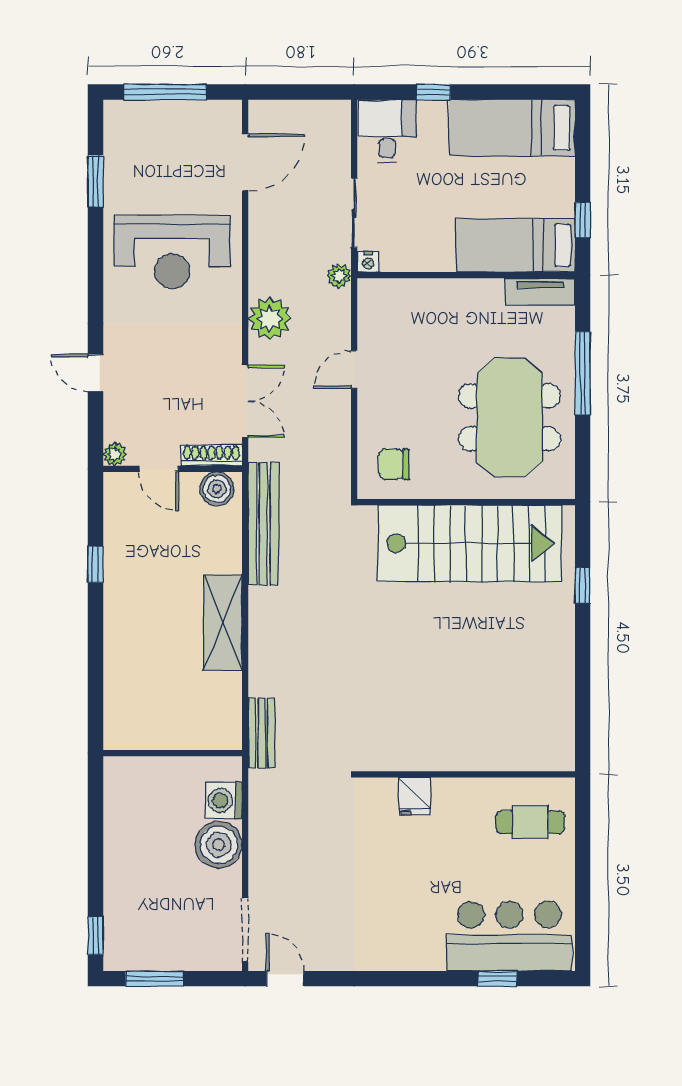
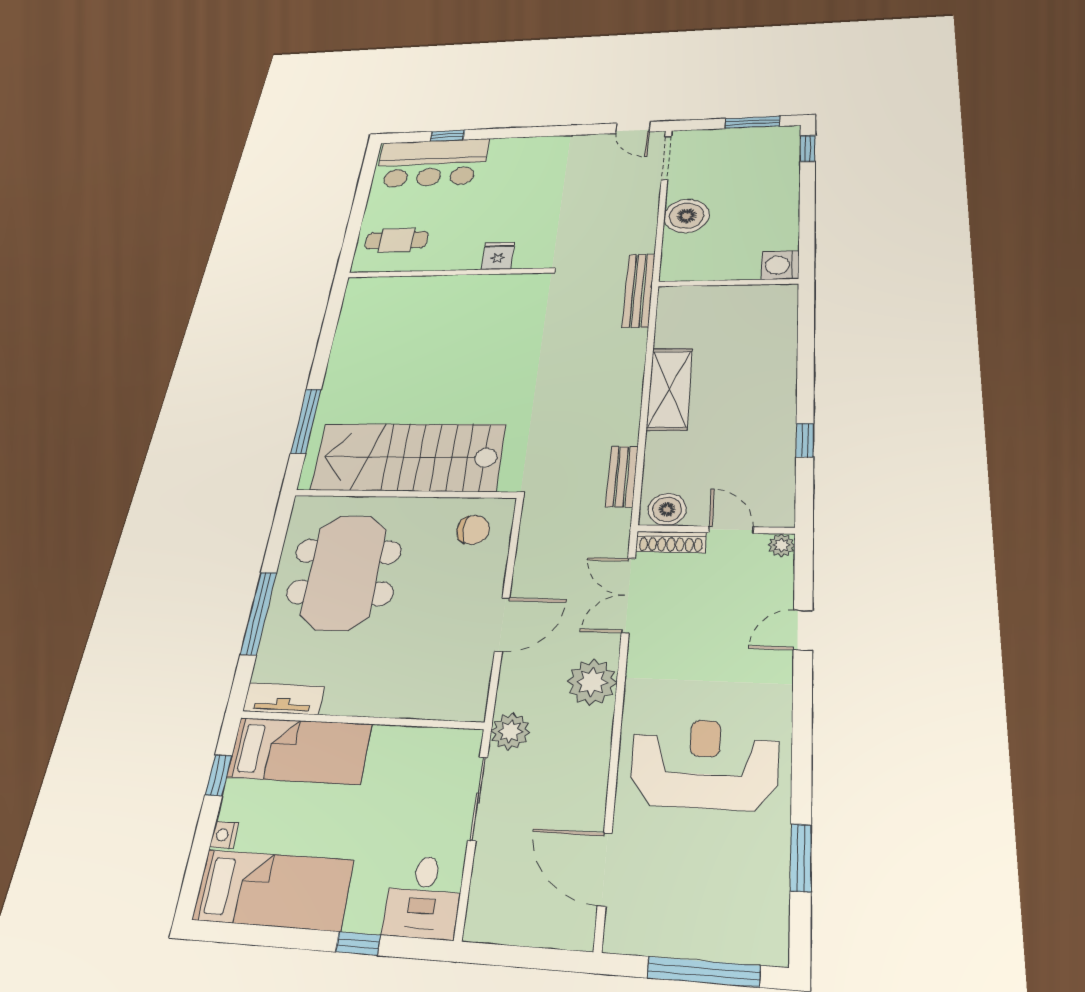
door: (245, 162) -> (605, 869), hinge flipped
nightstand: (368, 262) -> (224, 835), moved, turned -90
plant: (339, 276) -> (510, 732), width x1.38, depth x1.38
door: (354, 369) -> (502, 624), width x1.38
door: (95, 373) -> (803, 630), swing flipped
bench: (263, 524) -> (622, 476), width x0.54, depth x0.82
window: (583, 585) -> (306, 421), width x2.17
bench: (262, 733) -> (639, 290), width x1.36
washing machine: (224, 800) -> (780, 265), moved, turned 180

